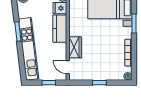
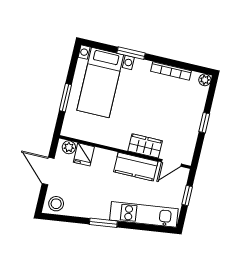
kitchen counter: (60, 29) -> (136, 167), moved
kitchen unit: (29, 49) -> (144, 214), width x0.73

